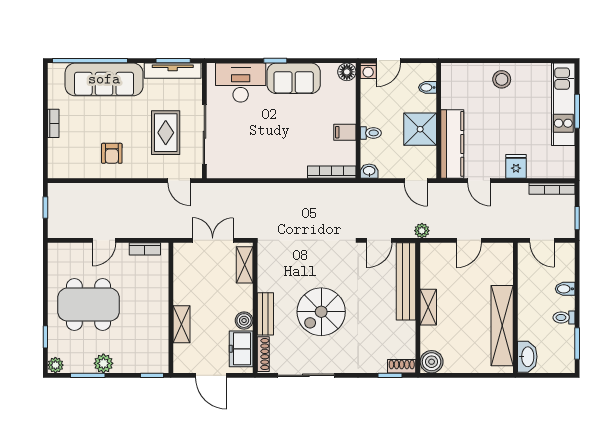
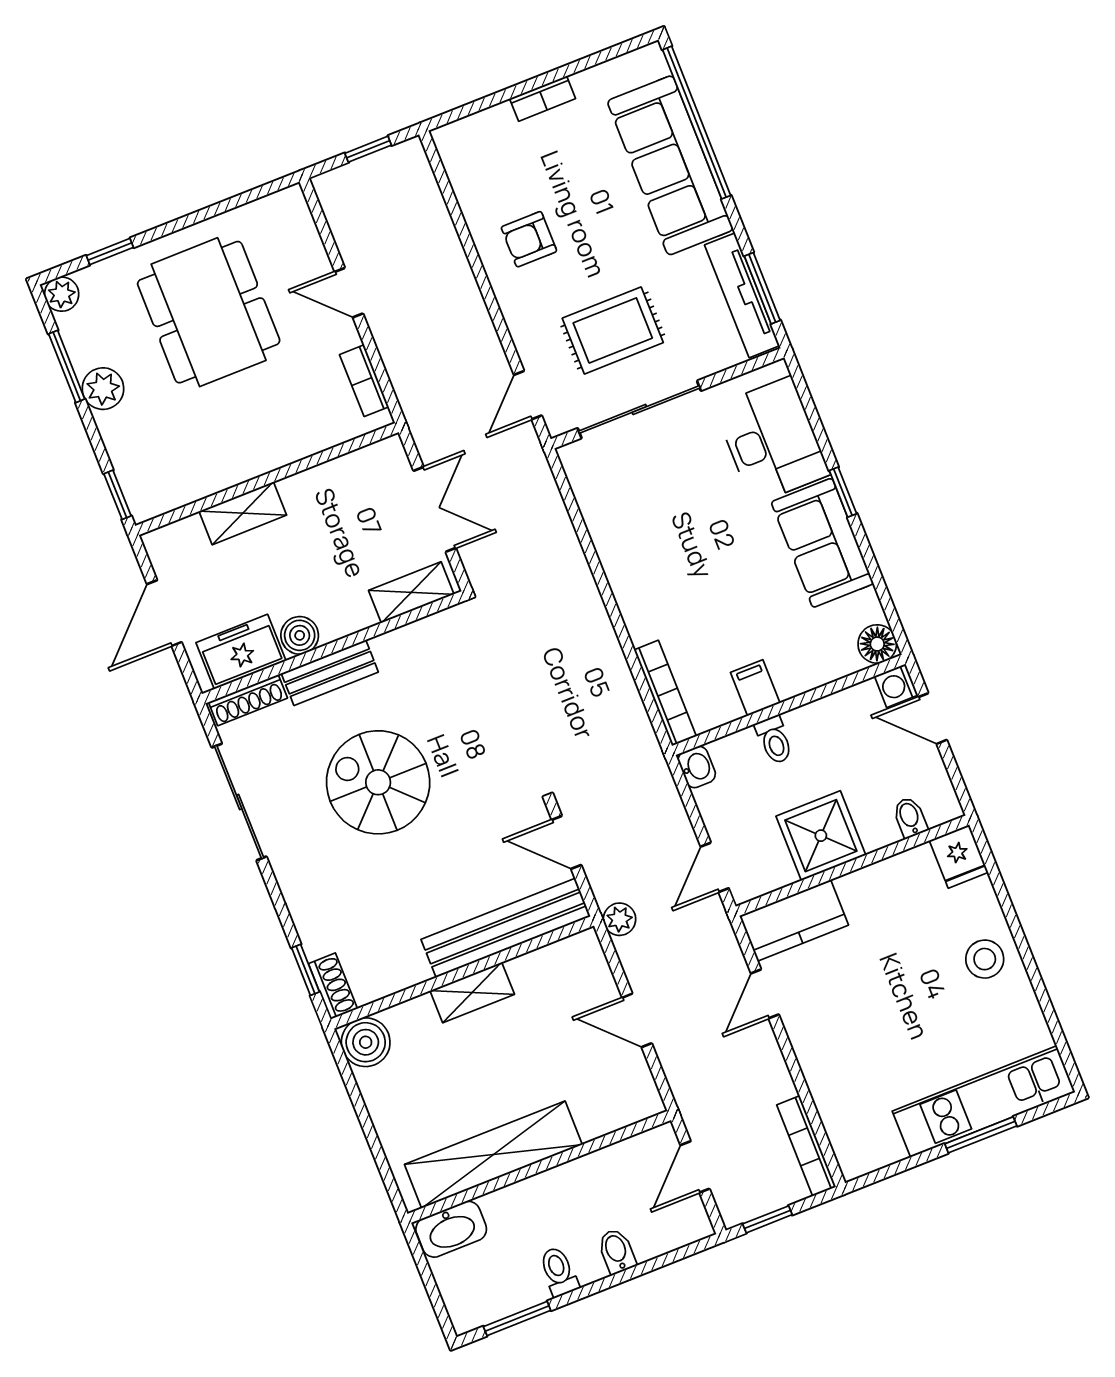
kitchen counter: (452, 144) -> (794, 920), width x0.67
fridge: (516, 166) -> (959, 856), moved, turned 90

